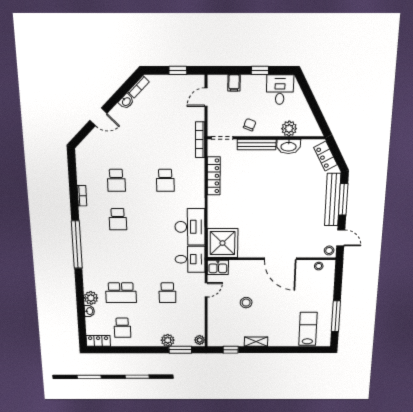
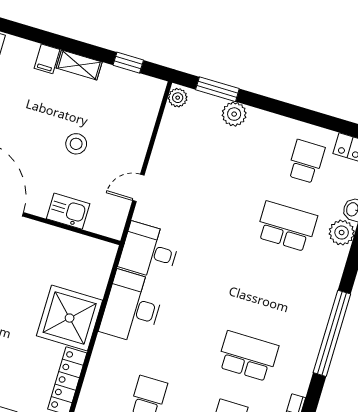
school desk: (118, 219) -> (248, 356), width x1.85
shower: (222, 243) -> (70, 318), moved
kitchen sink: (218, 267) -> (68, 211), moved
school desk: (167, 293) -> (207, 202), removed
filing cabinet: (274, 340) -> (47, 59), added

